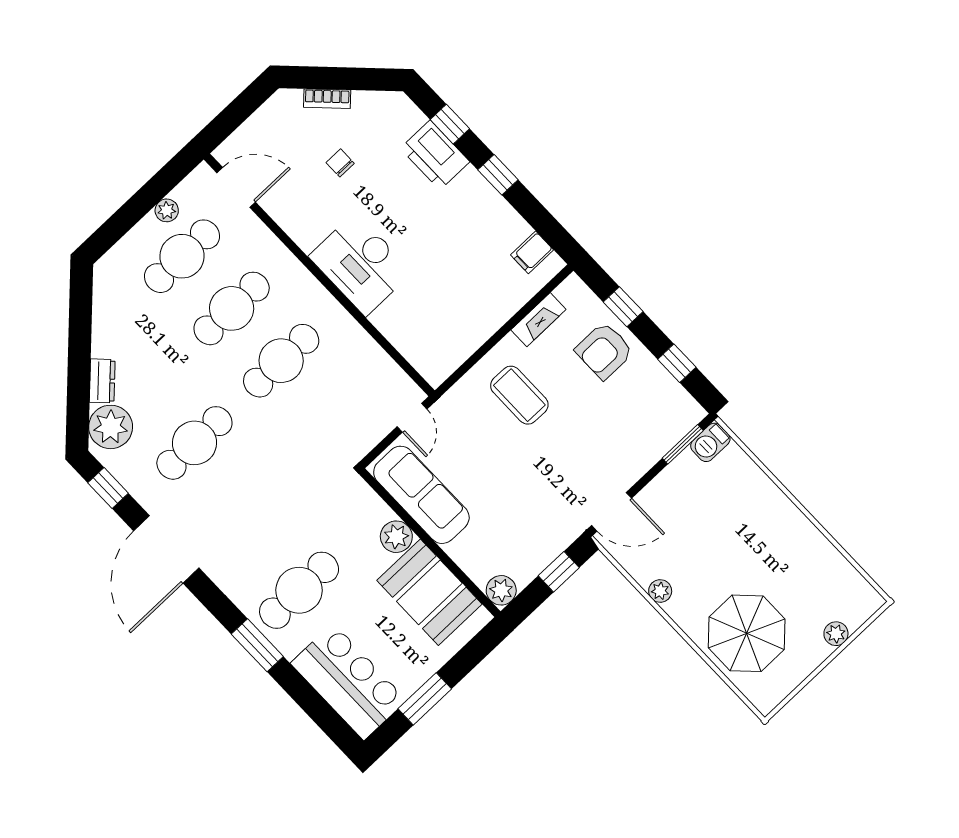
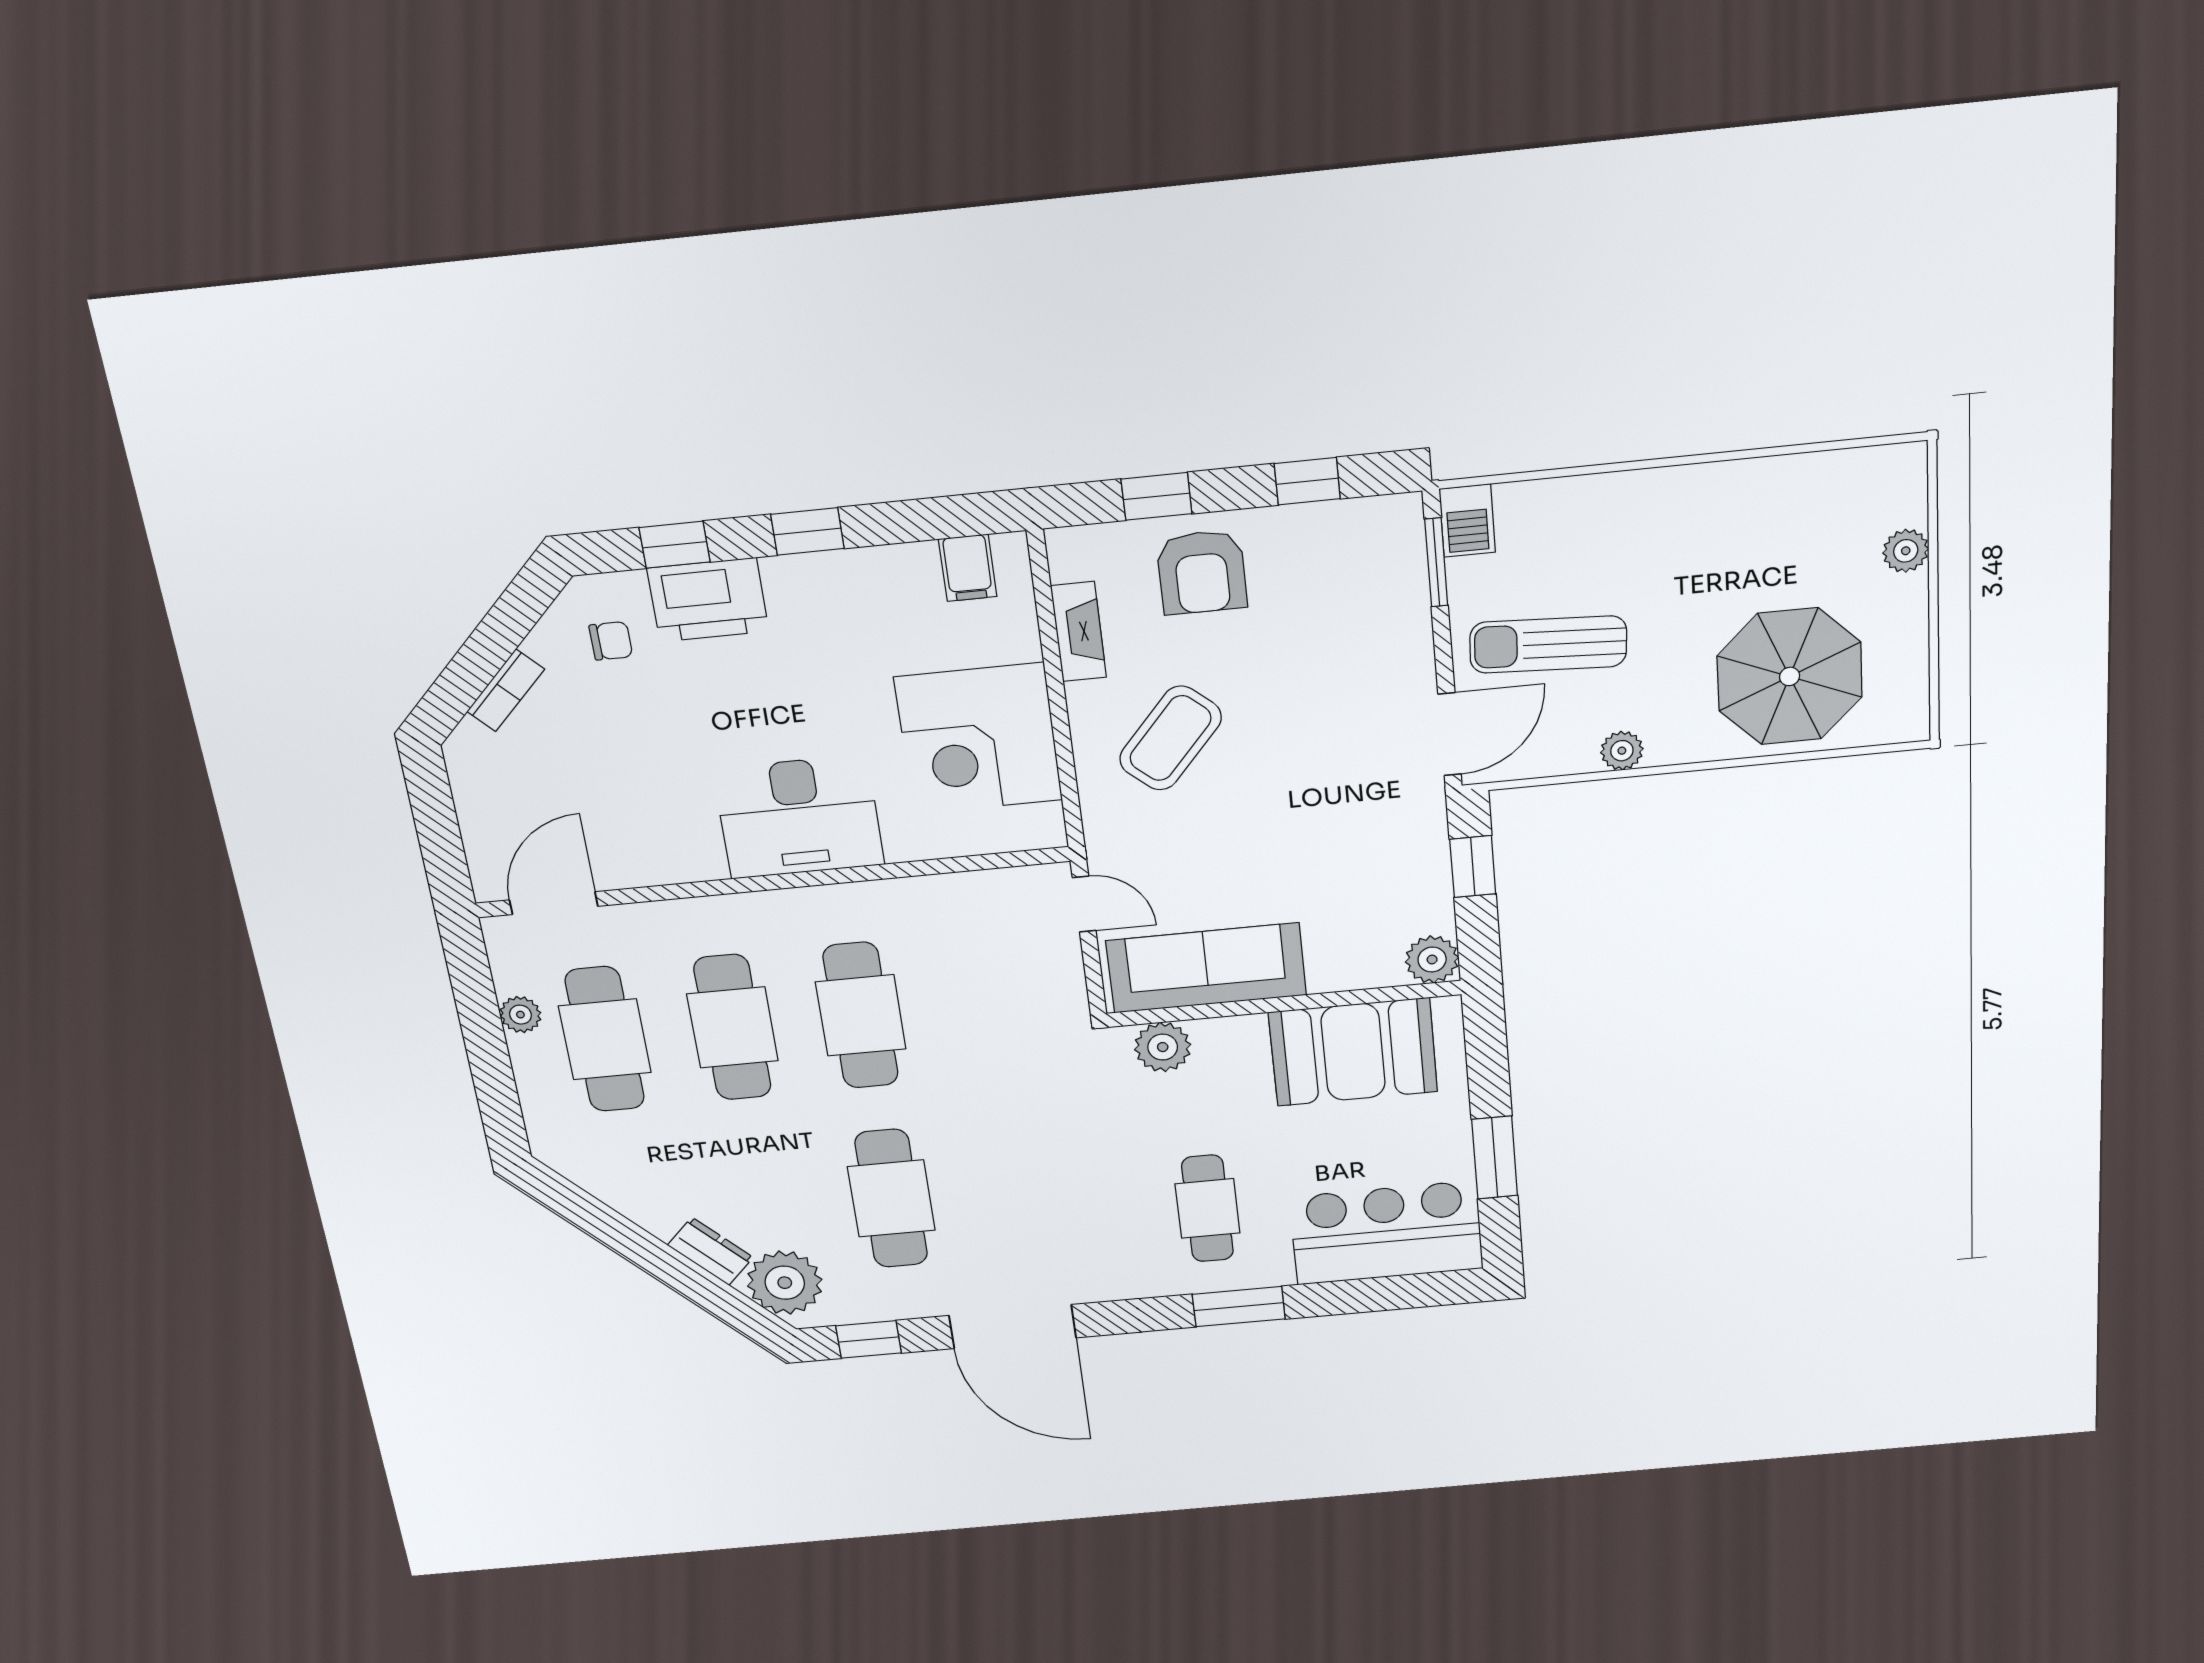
chair: (340, 163) -> (611, 641), moved, turned 180
corner desk: (457, 314) -> (979, 739), added
coffee table: (519, 395) -> (1170, 738), turned -49
sun lounger: (683, 520) -> (1548, 644), added
plant: (396, 537) -> (1163, 1047), moved
cafe table: (299, 590) -> (1207, 1208), width x0.73, depth x0.74

